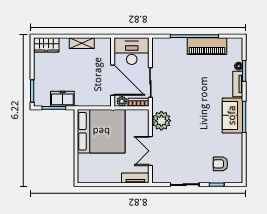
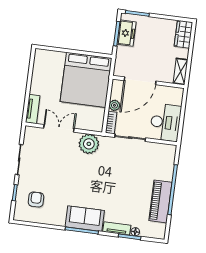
wall: (113, 72) -> (149, 82), moved
door: (113, 80) -> (140, 81), moved
freezer: (62, 99) -> (126, 33), moved

